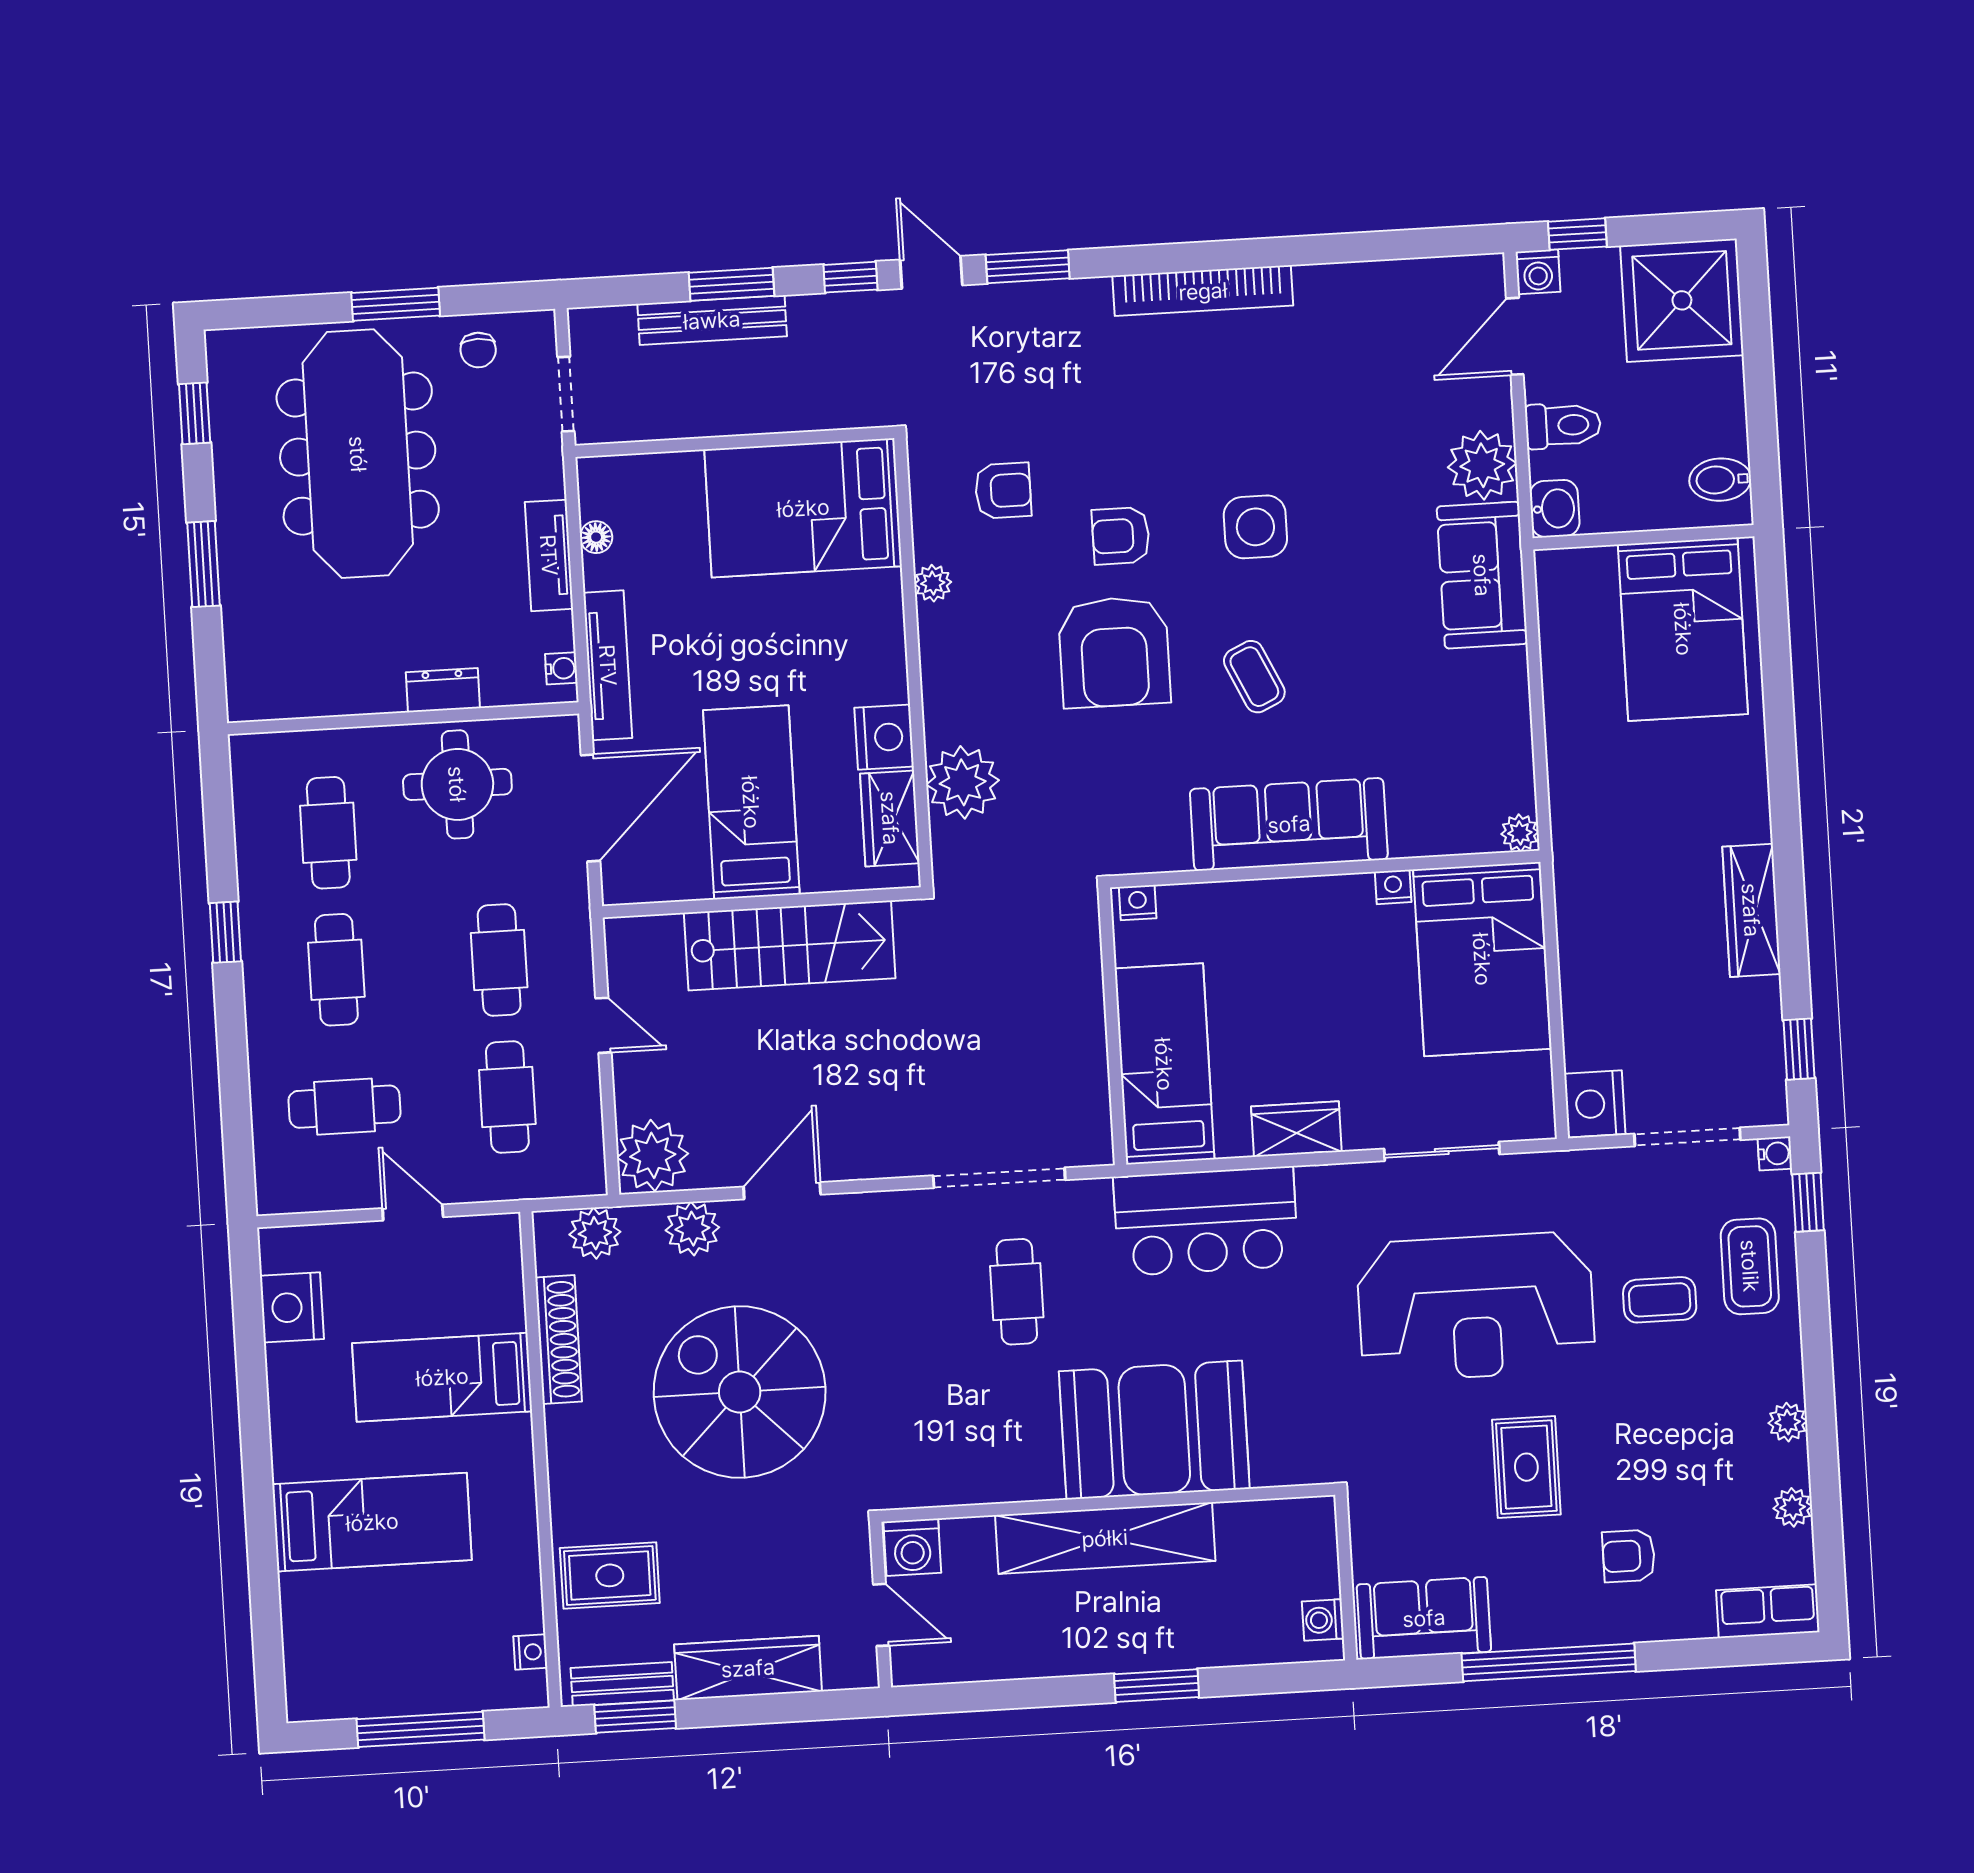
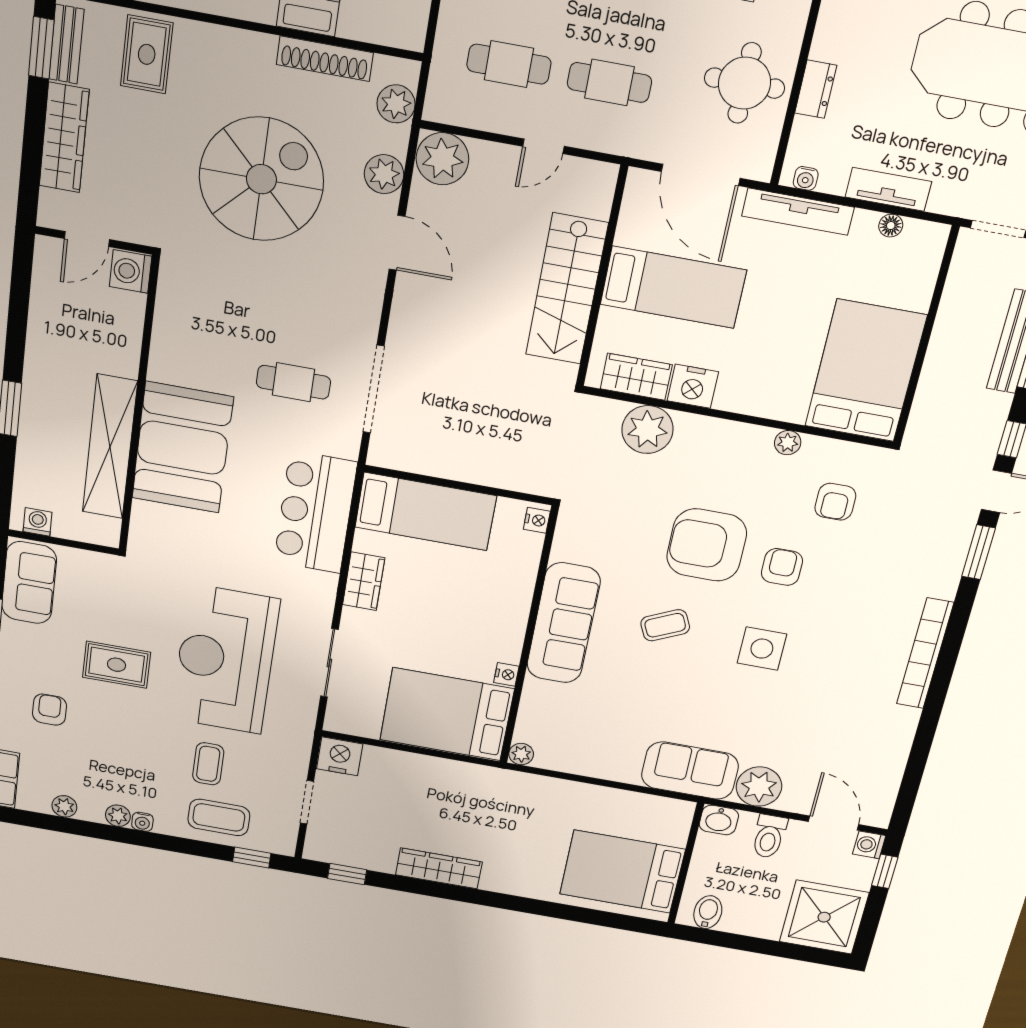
doorway: (1687, 1137) -> (307, 802), width x0.73
water cooler: (1775, 1154) -> (142, 822), moved
shelving: (1105, 1538) -> (110, 447), moved

